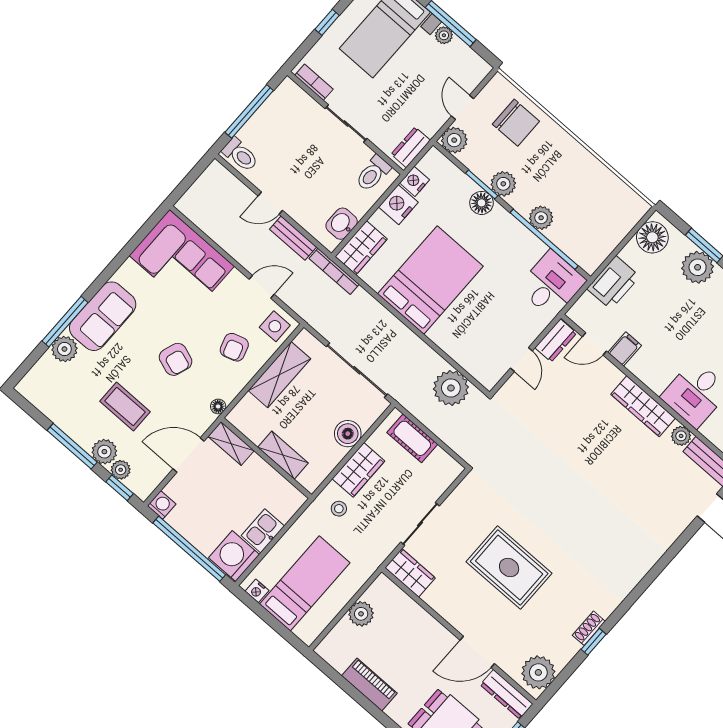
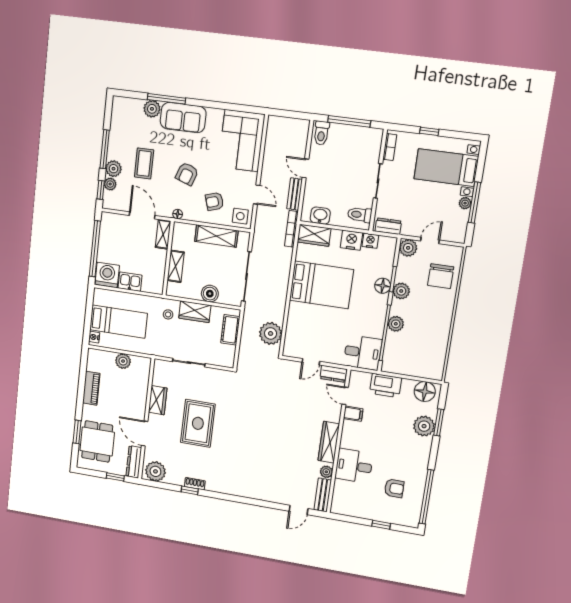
washing machine: (162, 505) -> (107, 219), removed
wardrobe: (410, 573) -> (158, 400), moved
nightstand: (257, 591) -> (94, 337), moved

